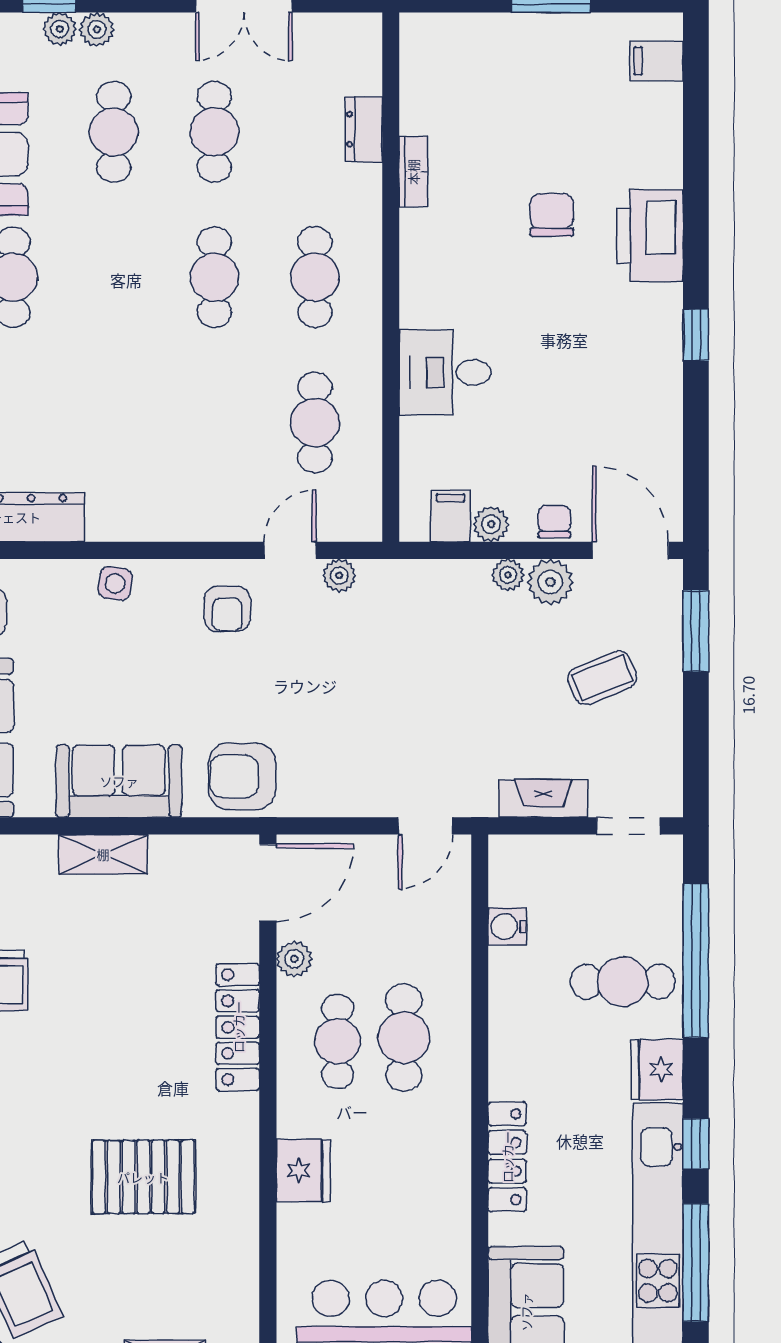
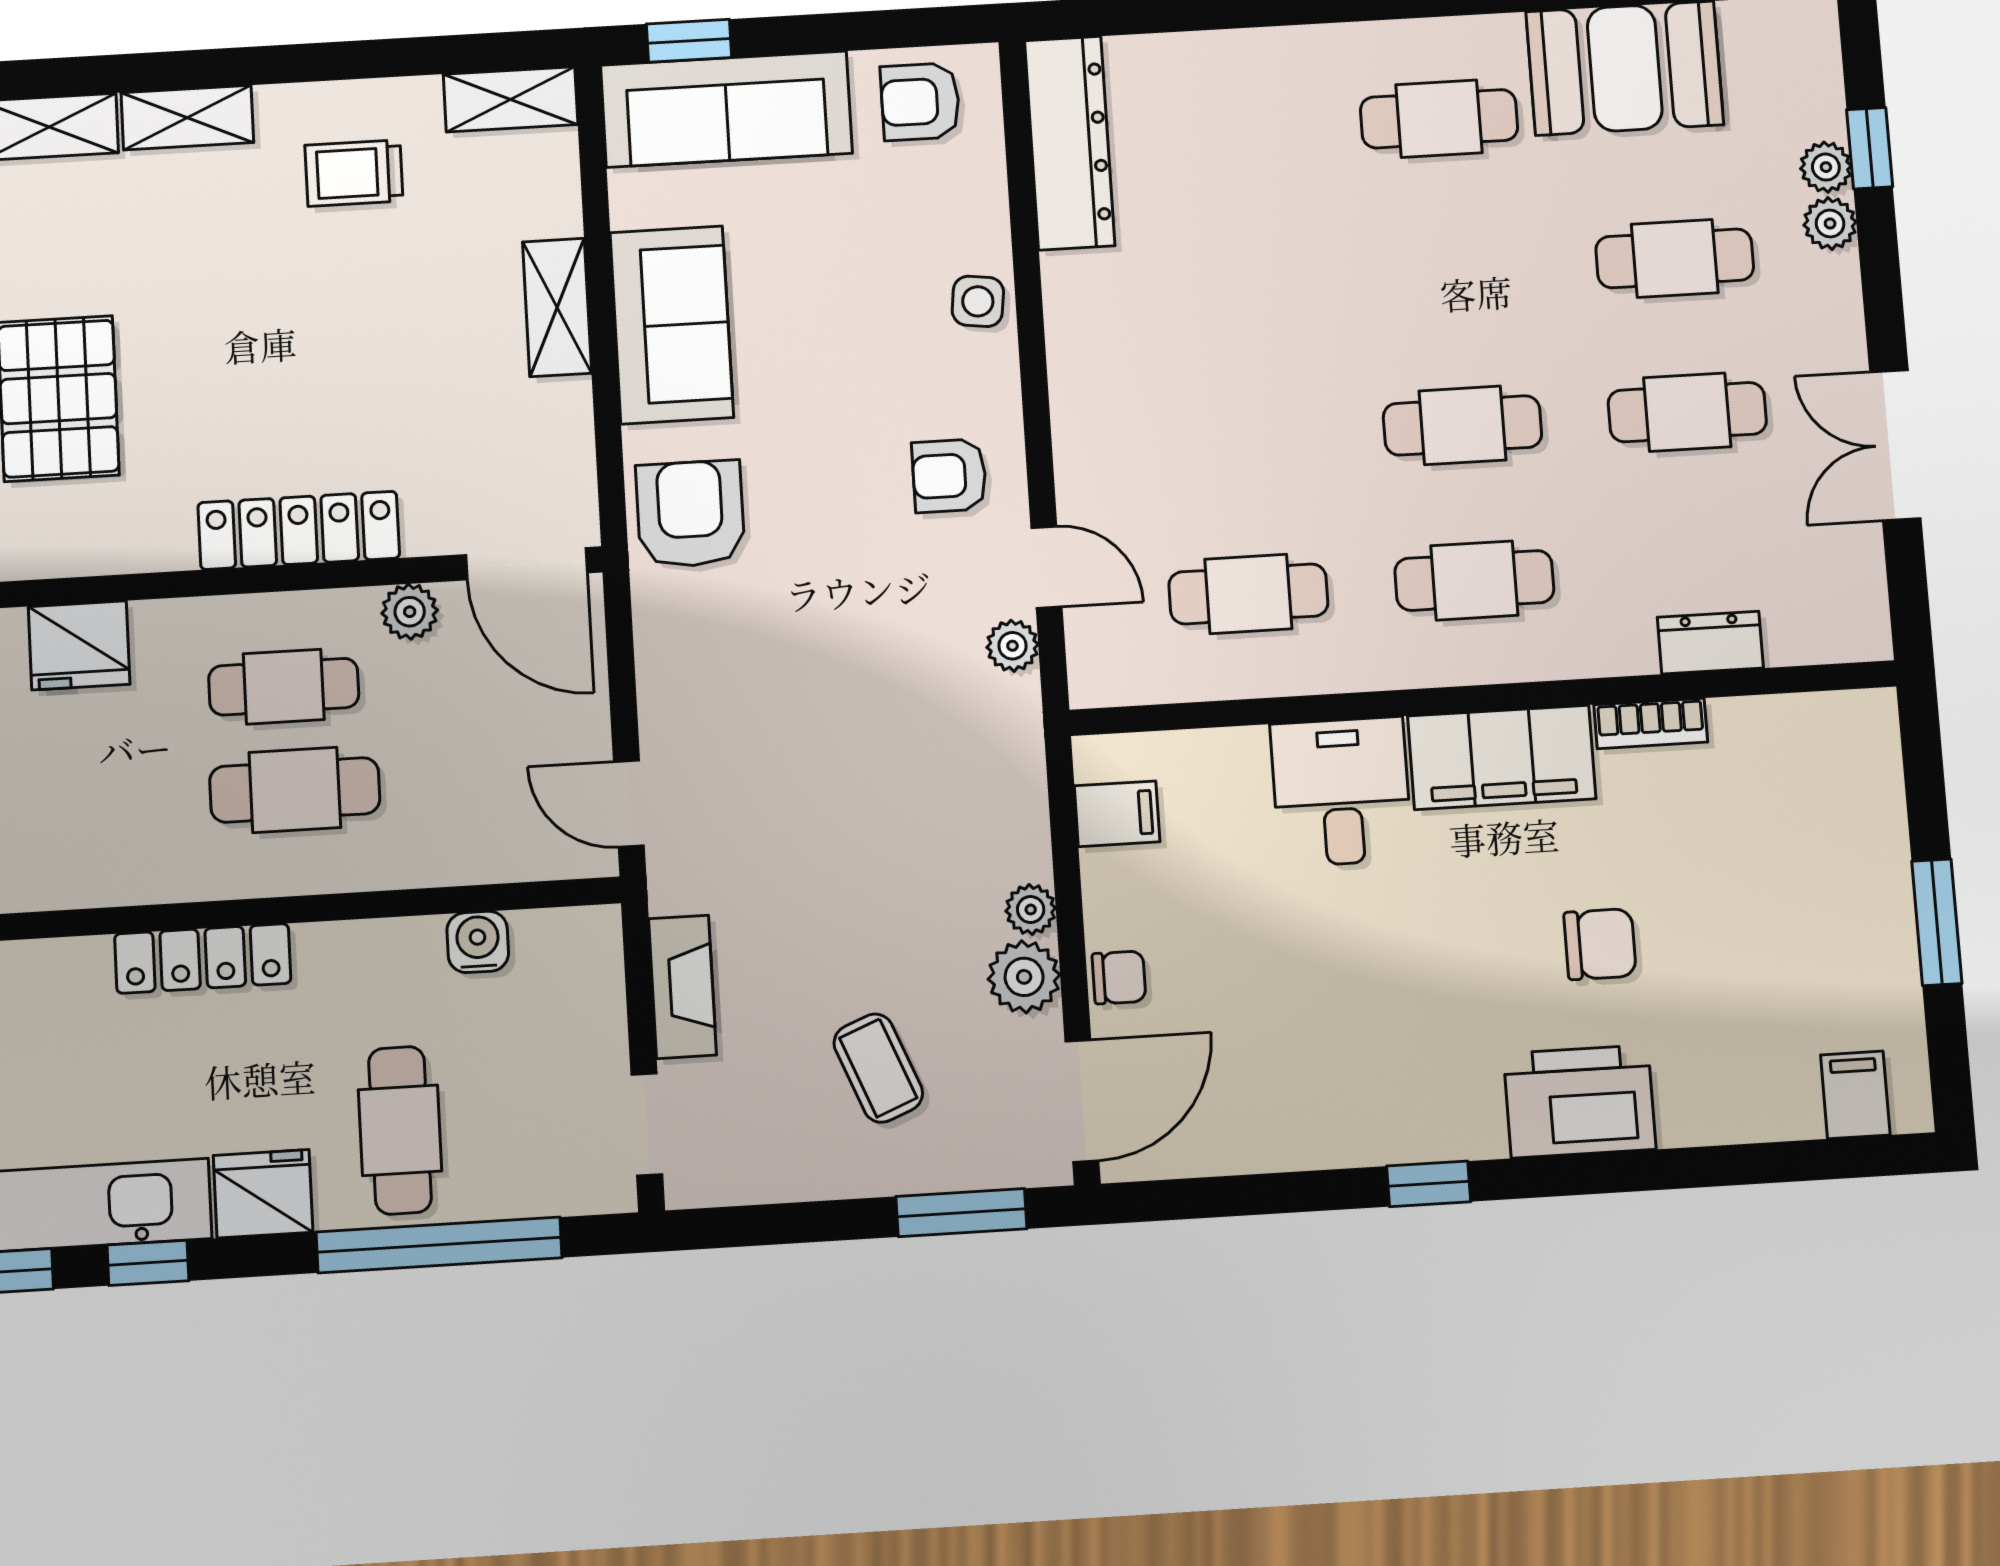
filing cabinet: (429, 268) -> (1502, 757), added
plant: (491, 524) -> (1108, 878), removed
locker: (507, 1157) -> (203, 959), moved

